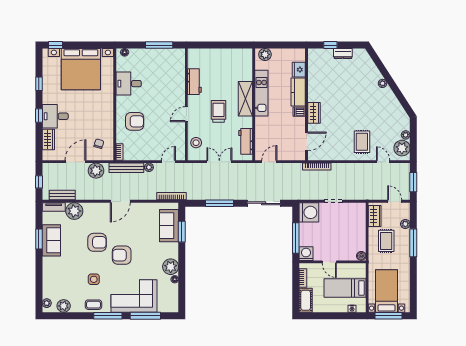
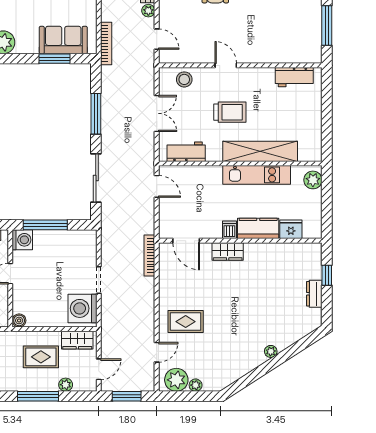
workbench: (194, 82) -> (294, 77), moved
shelving: (245, 99) -> (260, 151), width x1.47
washing machine: (309, 212) -> (82, 308), moved, turned 90

